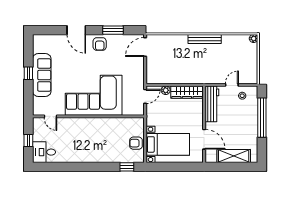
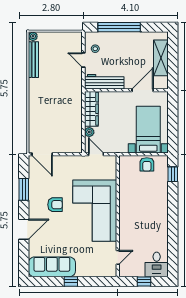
bench: (205, 39) -> (33, 60), moved
armchair: (100, 44) -> (55, 205), moved
sofa: (42, 75) -> (52, 267), moved

